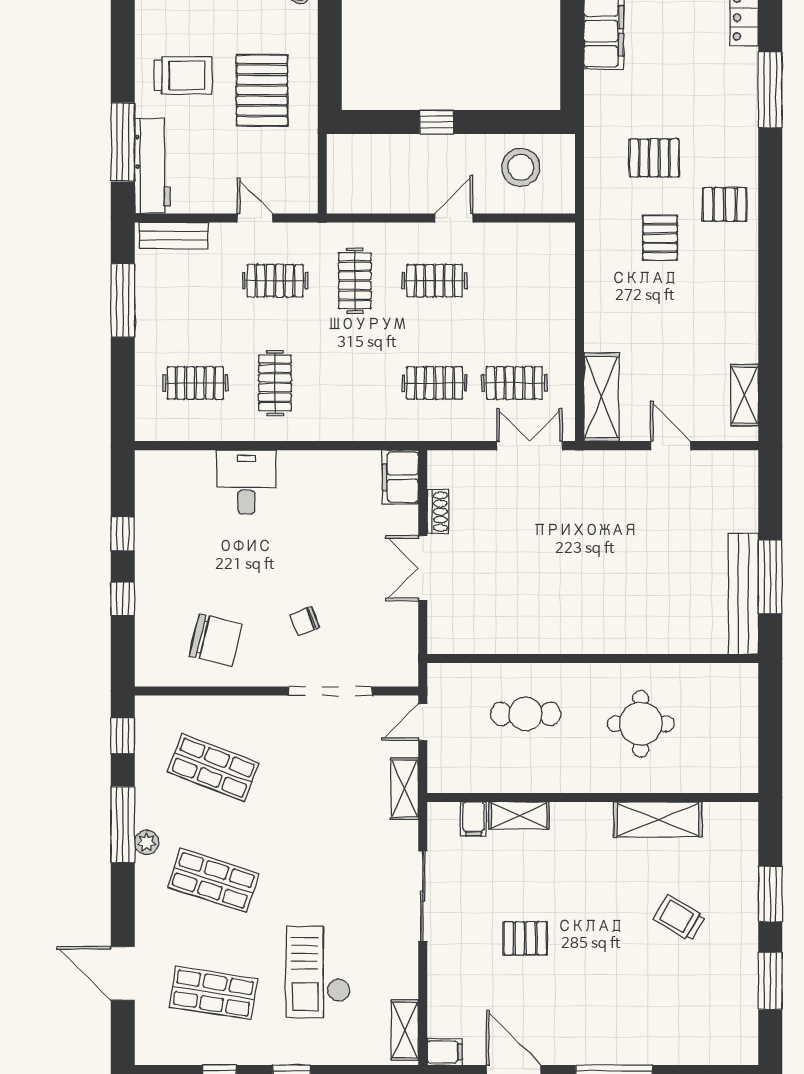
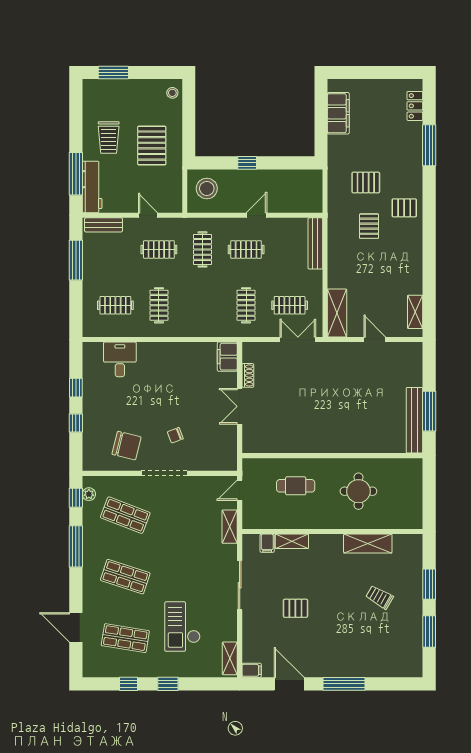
trolley: (183, 75) -> (109, 137), turned 90
stool: (521, 167) -> (207, 188), moved
bench: (562, 270) -> (315, 243), added
clothes rail: (435, 383) -> (246, 305), turned 90
desk: (246, 482) -> (120, 359), moved
doorway: (330, 691) -> (164, 473), moved
plant: (147, 842) -> (89, 494), moved

